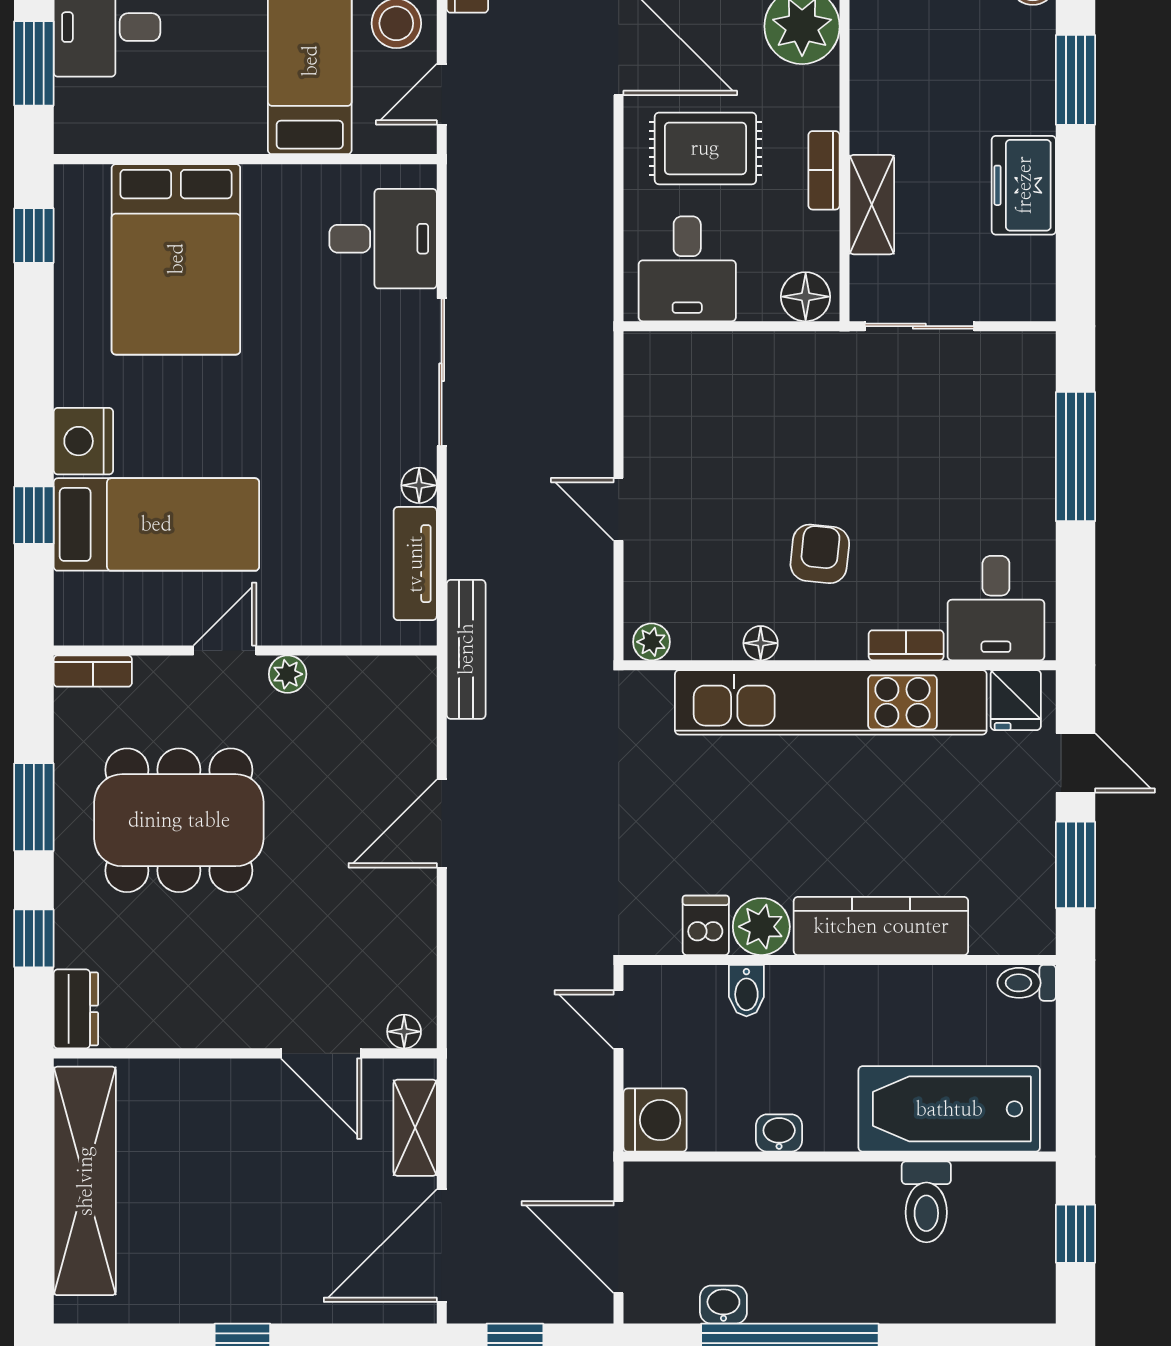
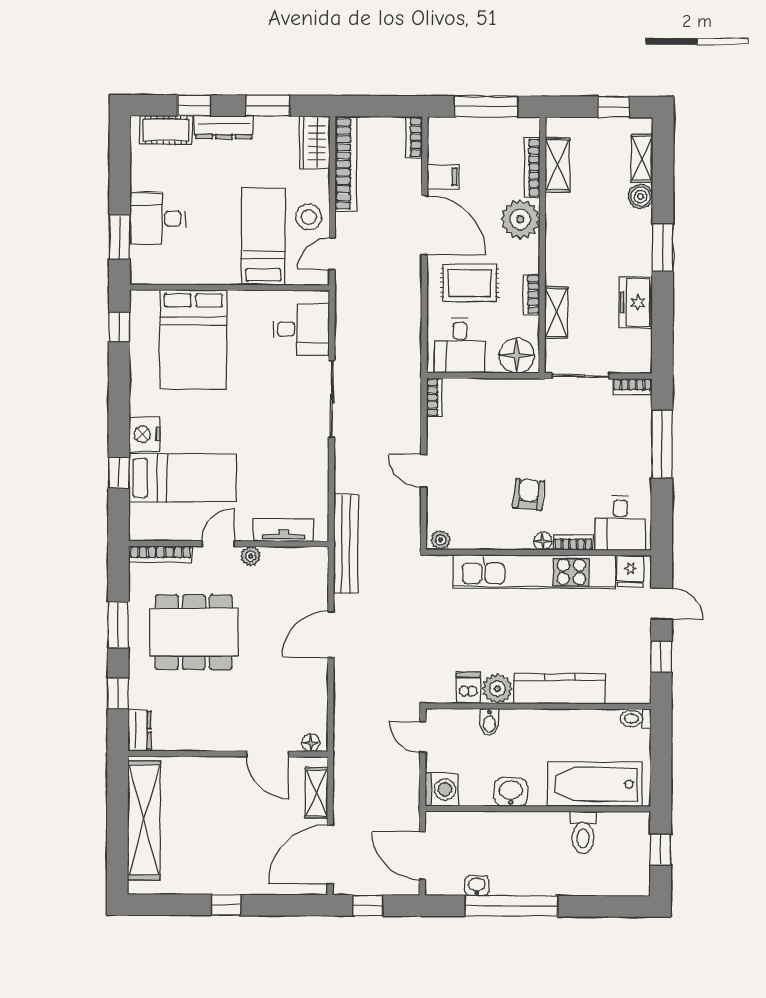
floor lamp: (806, 297) -> (517, 355), width x1.38, depth x1.38
bookcase: (1018, 346) -> (632, 387), added
bookcase: (638, 368) -> (434, 397), added
floor lamp: (419, 485) -> (320, 458), removed
tv unit: (415, 564) -> (284, 530), moved, turned 90
floor lamp: (761, 643) -> (543, 541), moved
bench: (466, 649) -> (346, 544), width x1.37, depth x1.21
bookcase: (93, 671) -> (161, 554), width x1.56
window: (1076, 865) -> (661, 657), width x0.67
washbasin: (779, 1133) -> (511, 792), width x1.38, depth x1.45

